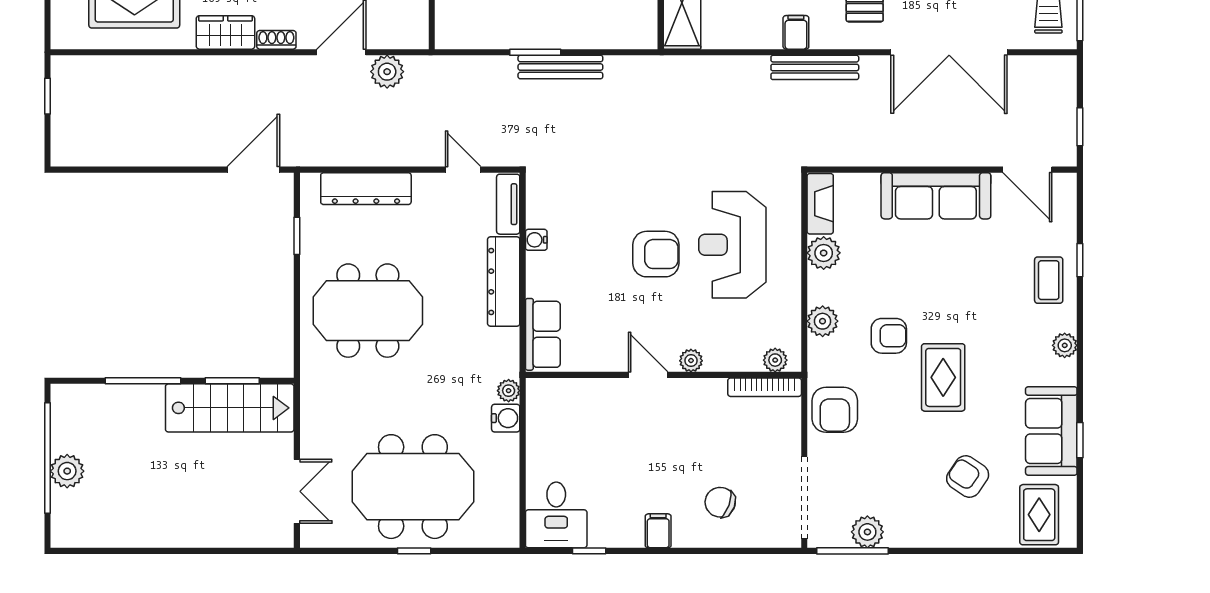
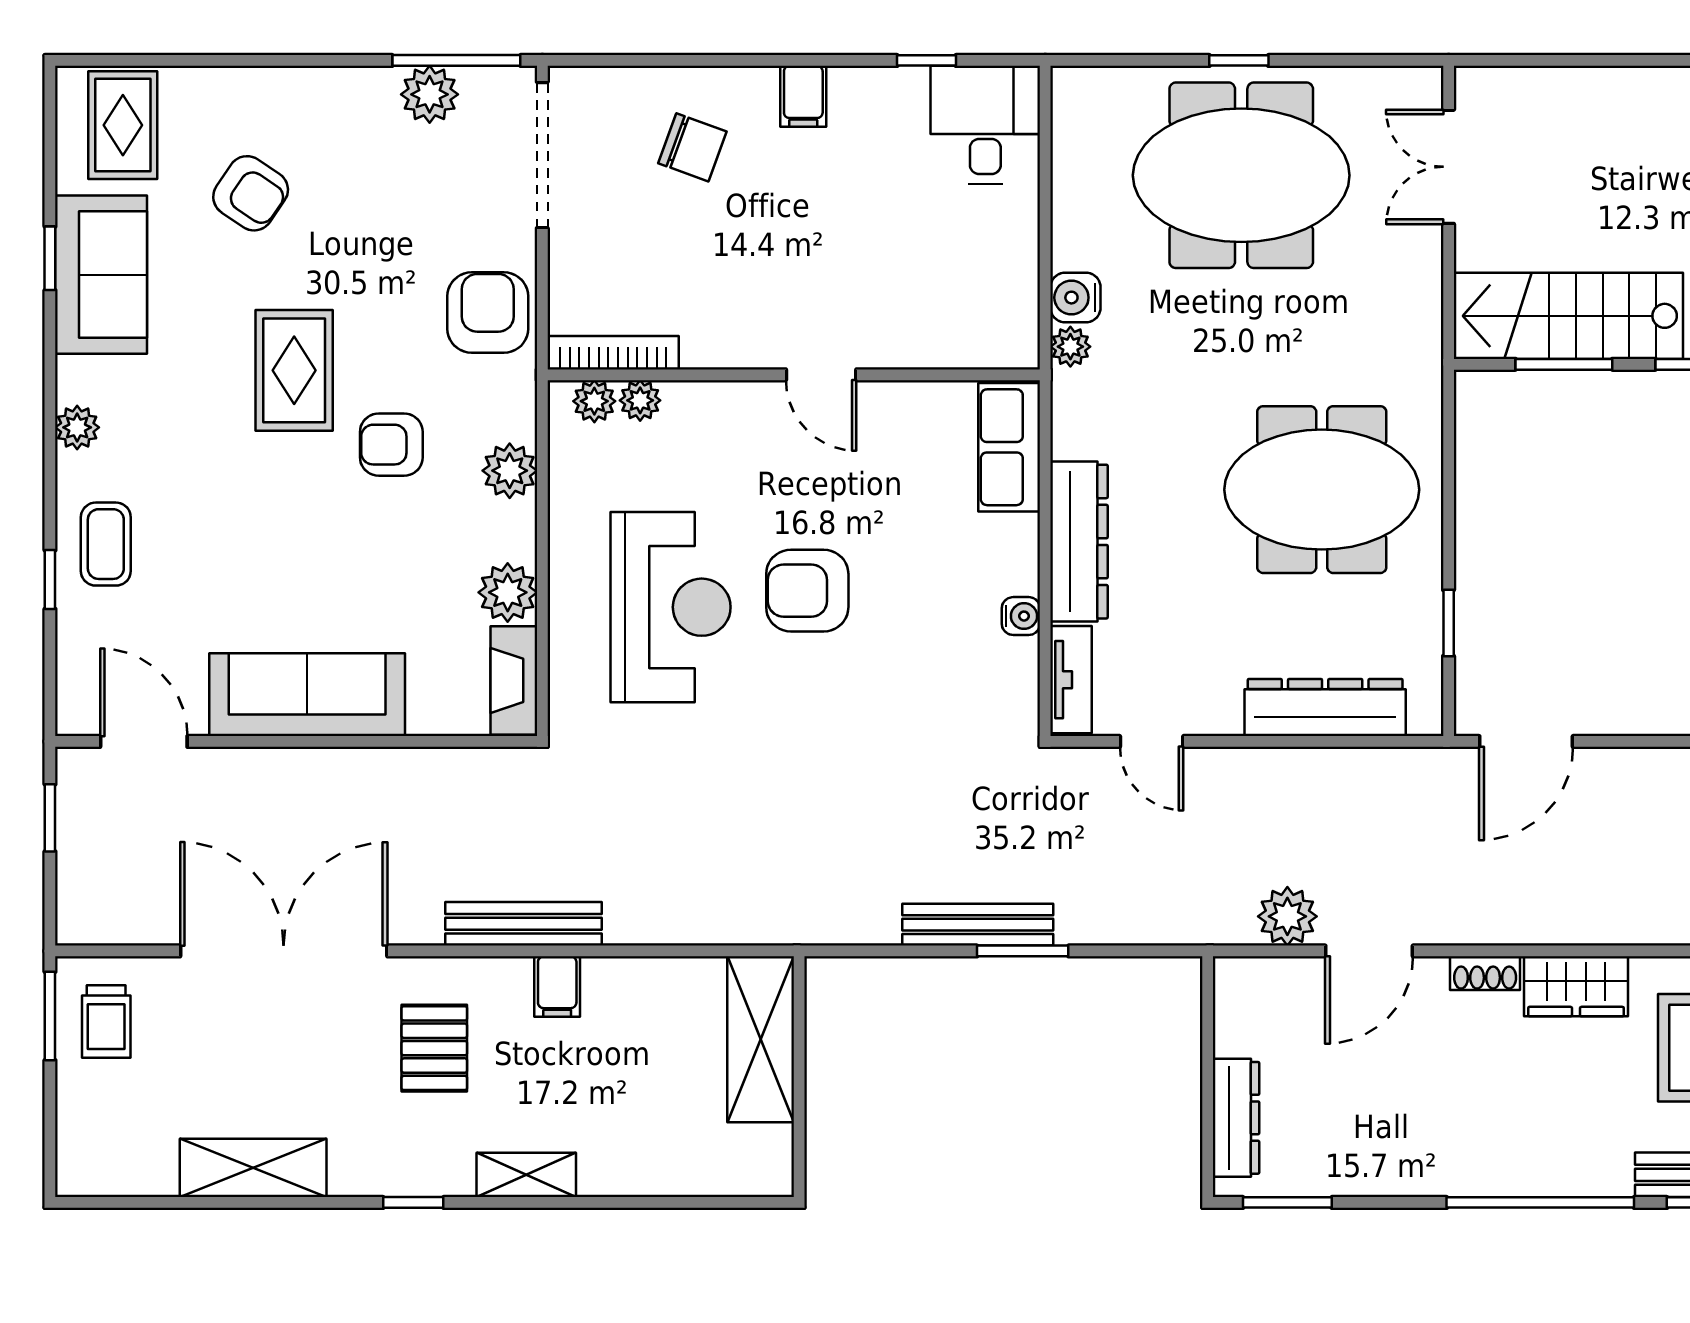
plant: (691, 361) -> (640, 400), moved

